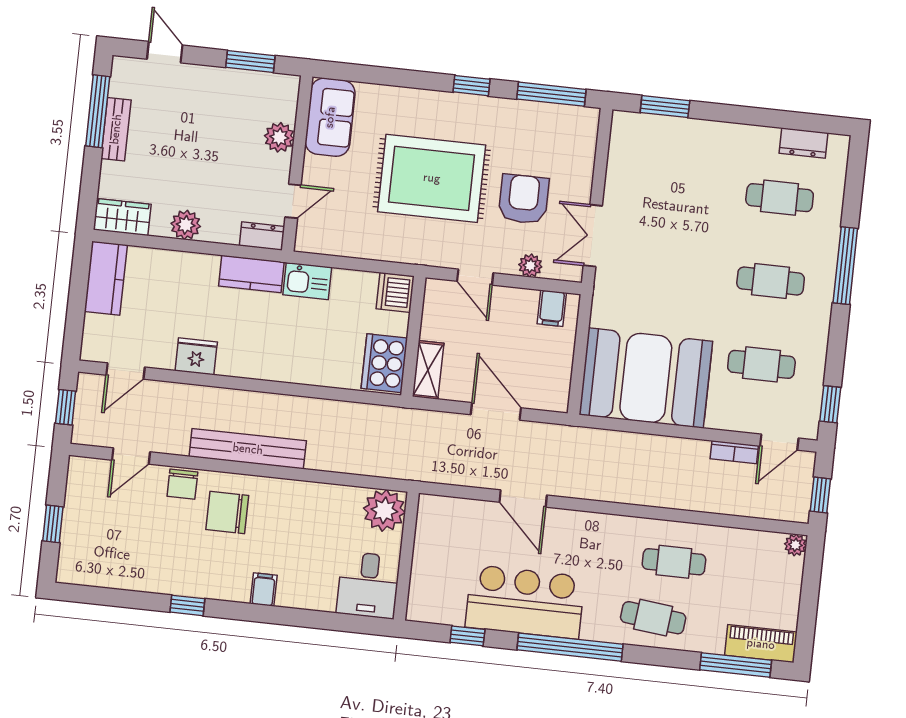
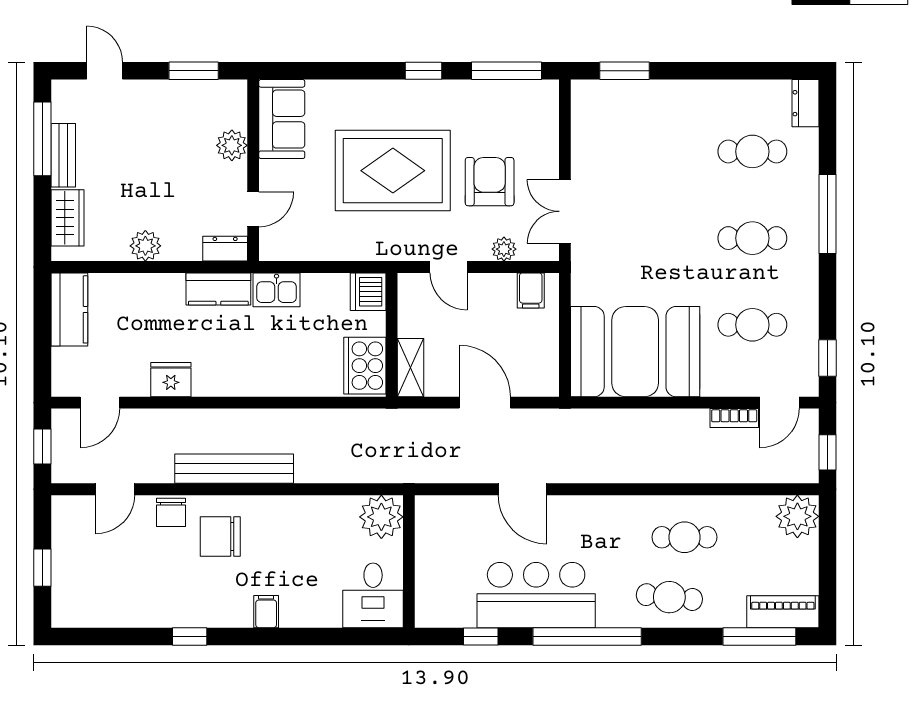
dresser: (804, 143) -> (805, 103), moved, turned 90
wardrobe: (122, 217) -> (67, 218), moved, turned 90
plant: (795, 545) -> (797, 516), width x1.88, depth x1.88

